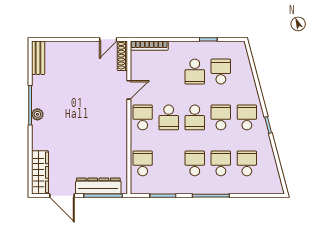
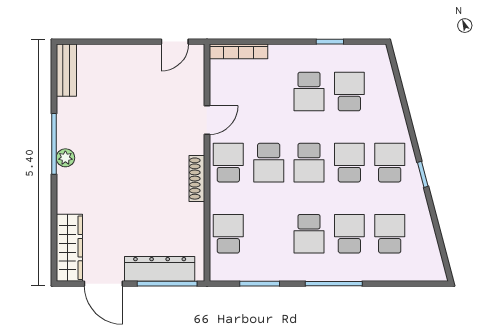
shoe rack: (122, 56) -> (197, 179), moved
school desk: (195, 163) -> (309, 234), turned 180

